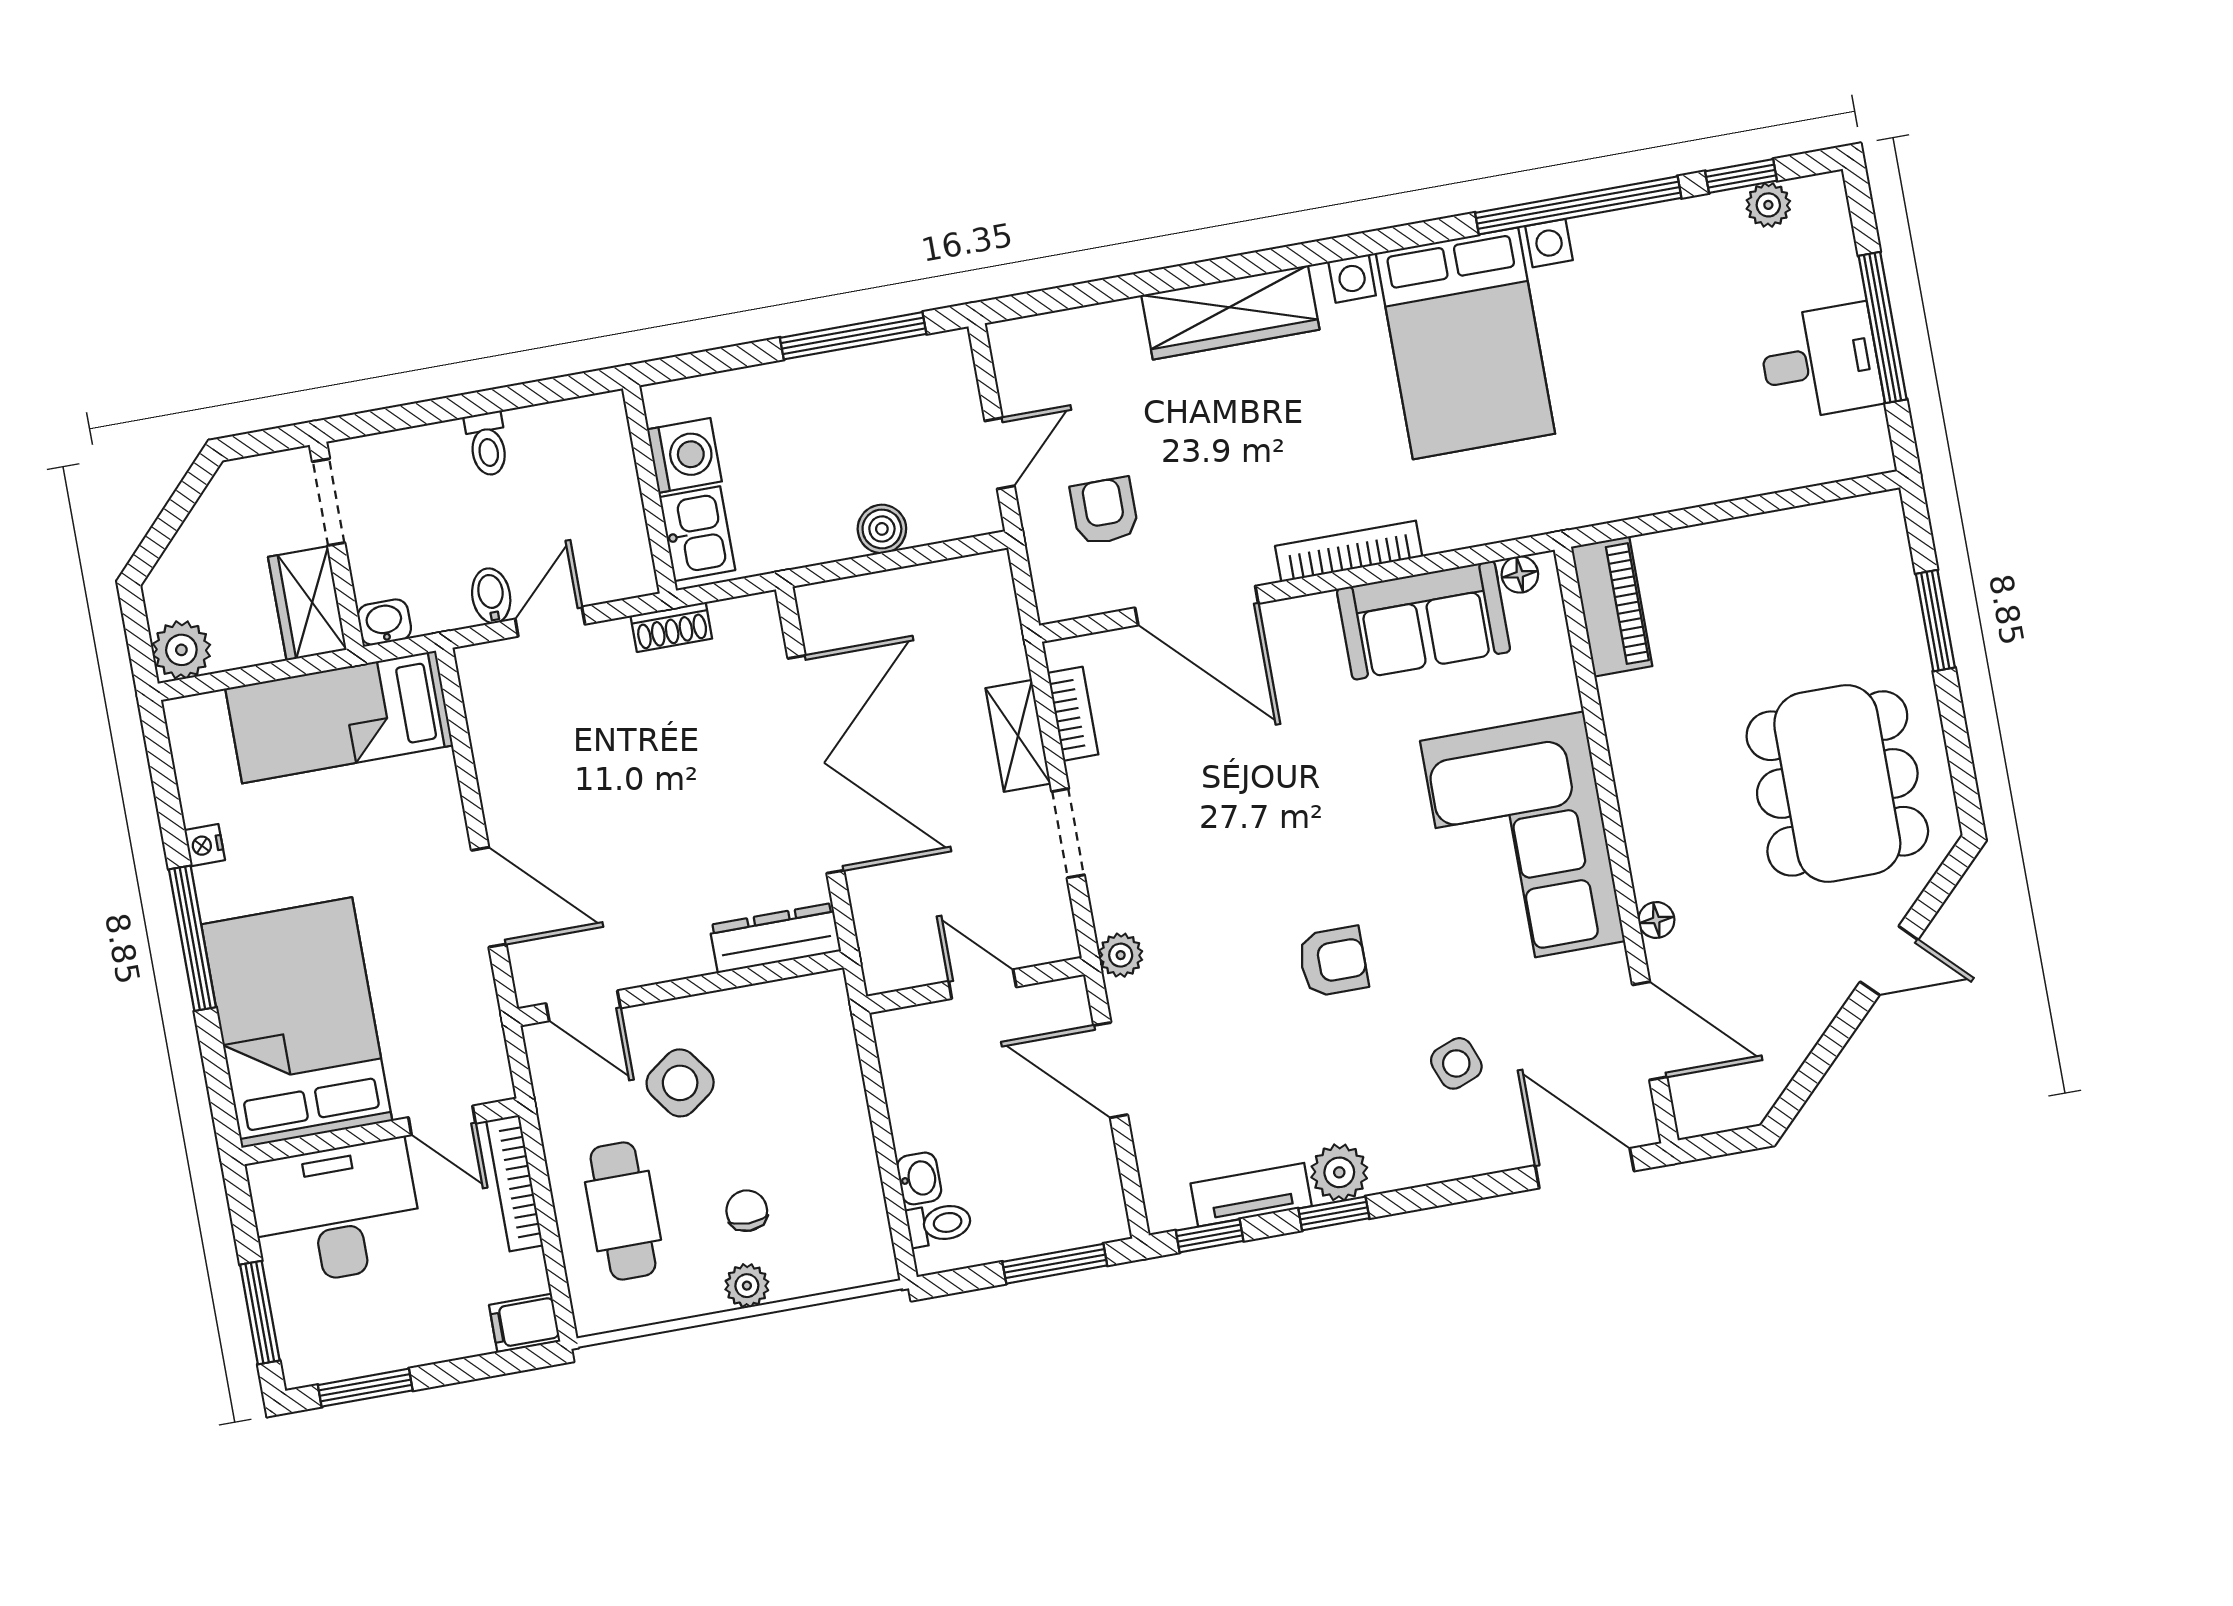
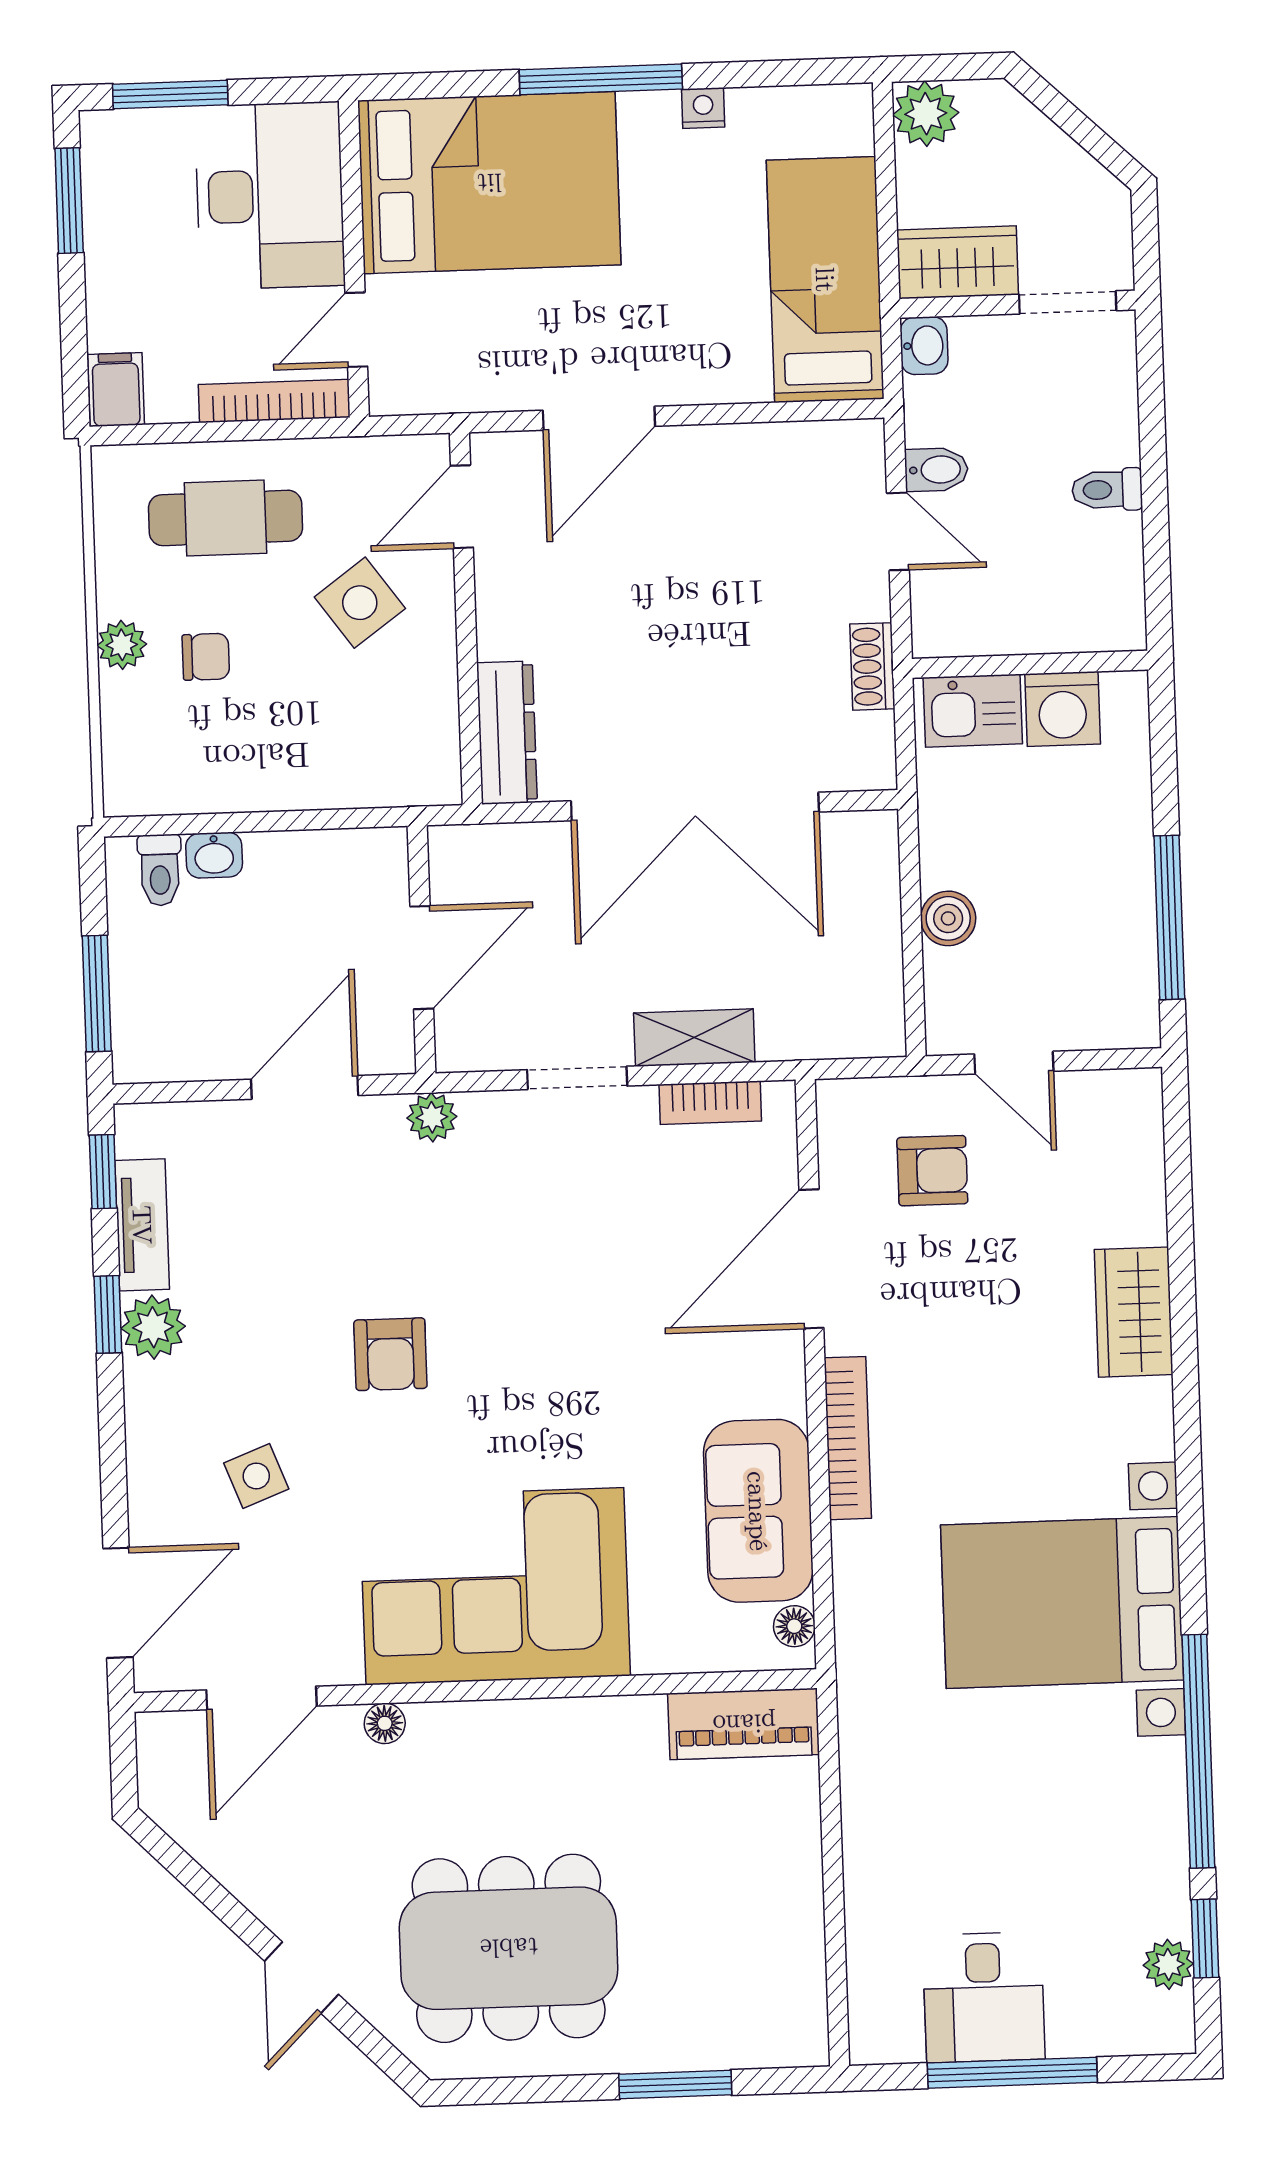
wardrobe: (1230, 312) -> (1134, 1312), width x0.67
door: (982, 984) -> (422, 958), width x1.38

